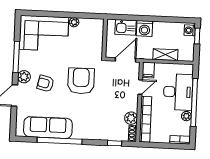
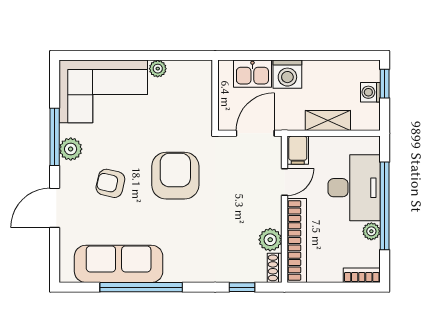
washing machine: (190, 30) -> (370, 92), moved
plant: (24, 77) -> (71, 149), moved

